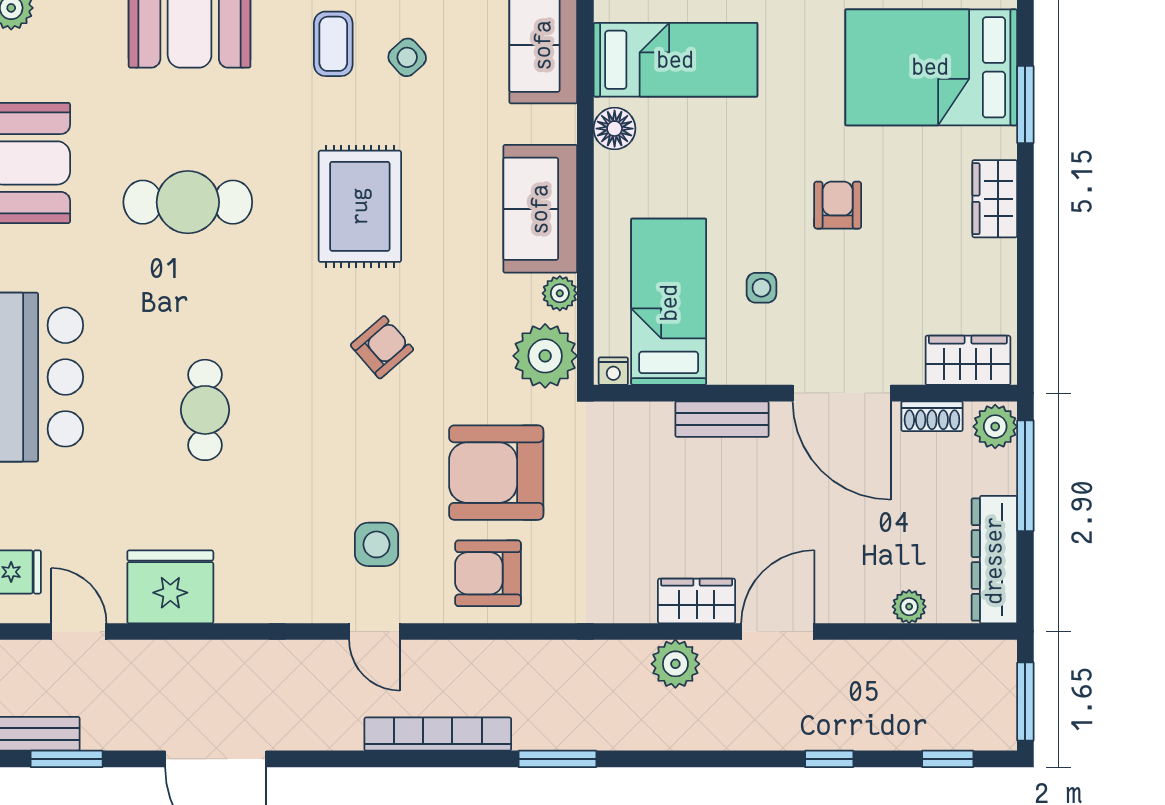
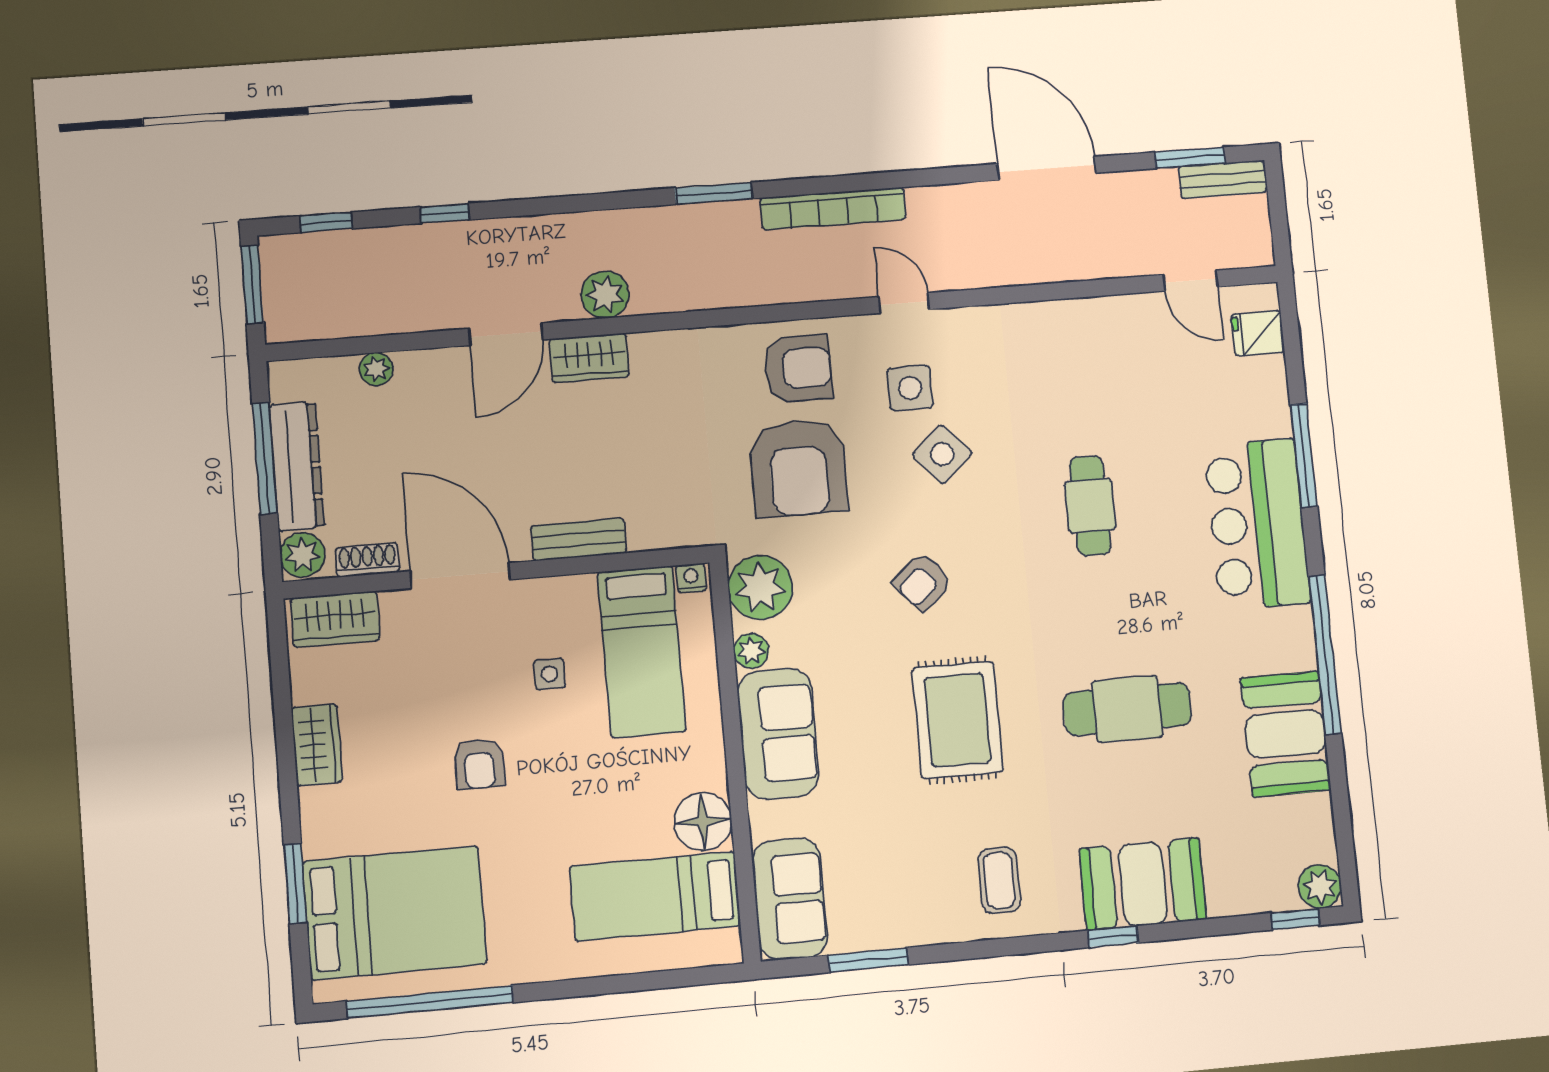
side table: (407, 57) -> (942, 454), moved, width x1.37, depth x1.37
floor lamp: (615, 129) -> (703, 822), width x1.38, depth x1.38
wardrobe: (995, 199) -> (317, 745), moved
armchair: (496, 473) -> (799, 468), turned 90
window: (1025, 476) -> (265, 458), moved
dresser: (994, 560) -> (297, 466), moved
fridge: (170, 587) -> (1107, 331), removed

